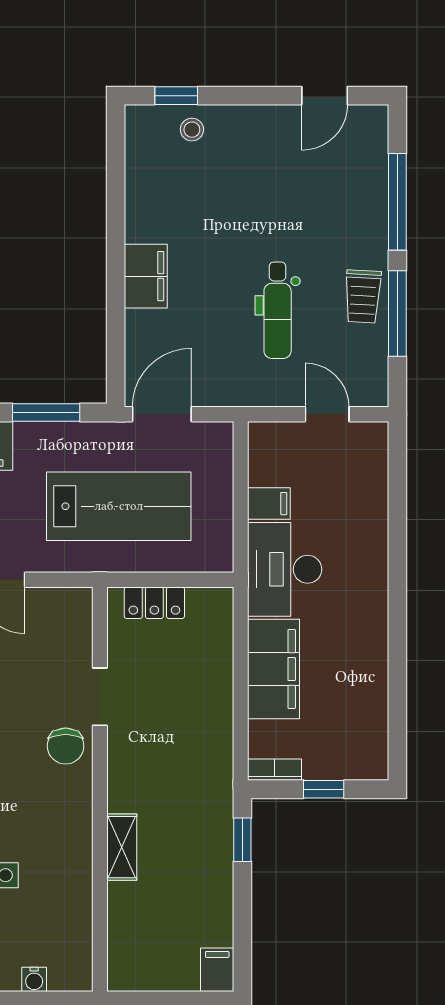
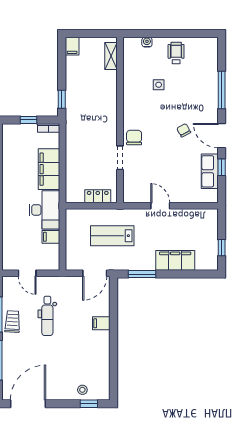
door: (325, 96) -> (28, 404), width x1.87
filing cabinet: (146, 276) -> (101, 323), width x0.50
dental chair: (278, 310) -> (47, 316), turned 180
lab bench: (119, 506) -> (112, 236), width x0.73, depth x0.72
shelving: (122, 847) -> (111, 56), moved

